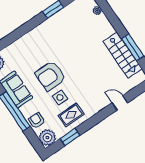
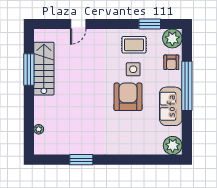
armchair: (50, 76) -> (128, 97), turned -90
door: (120, 103) -> (78, 24), hinge flipped

